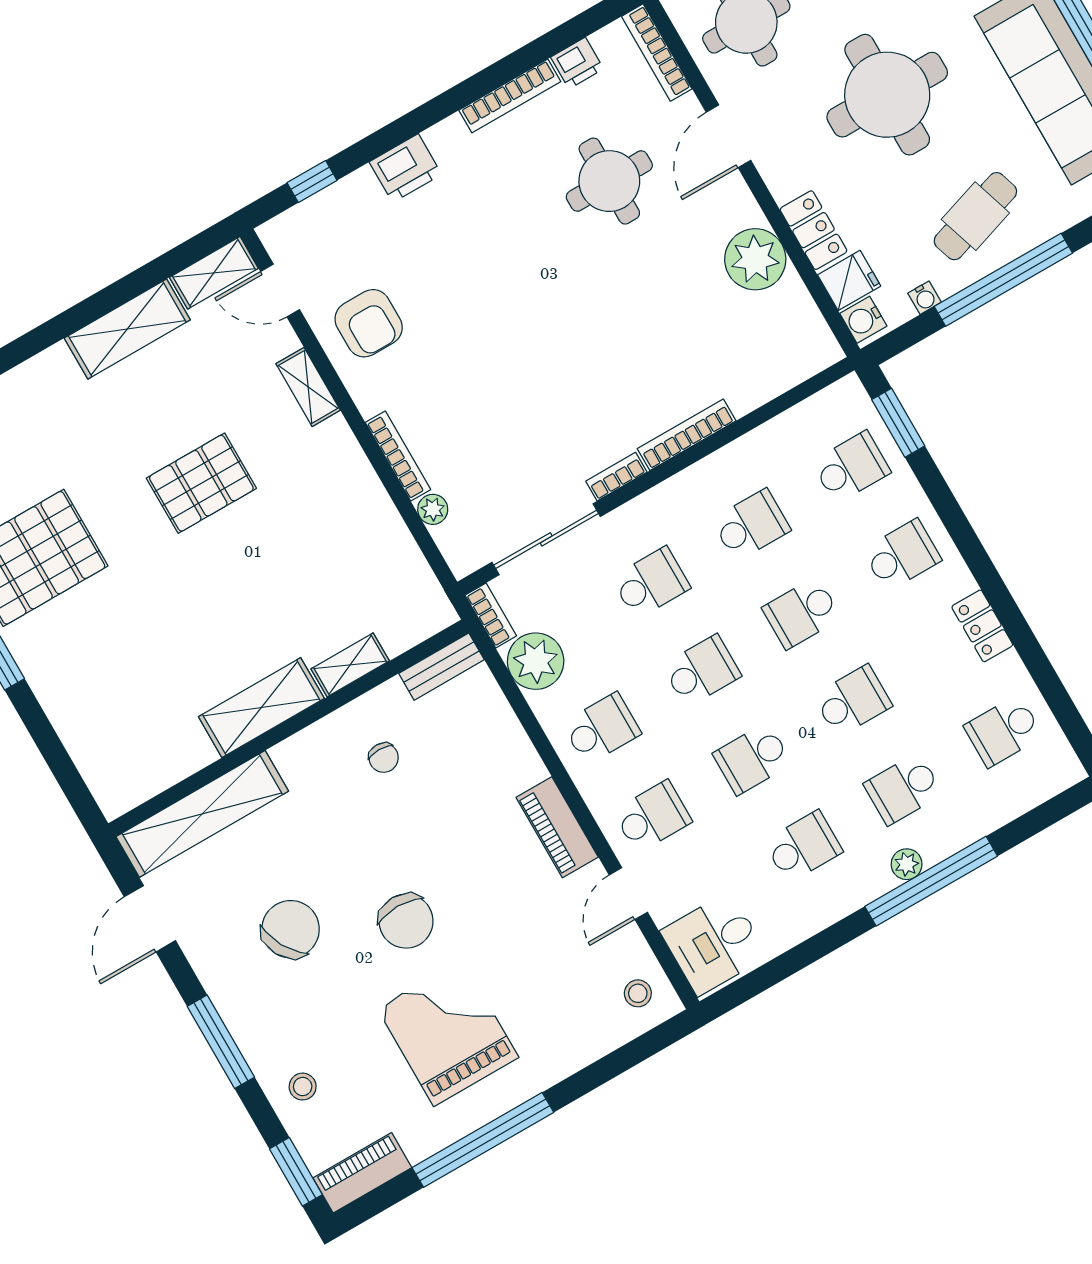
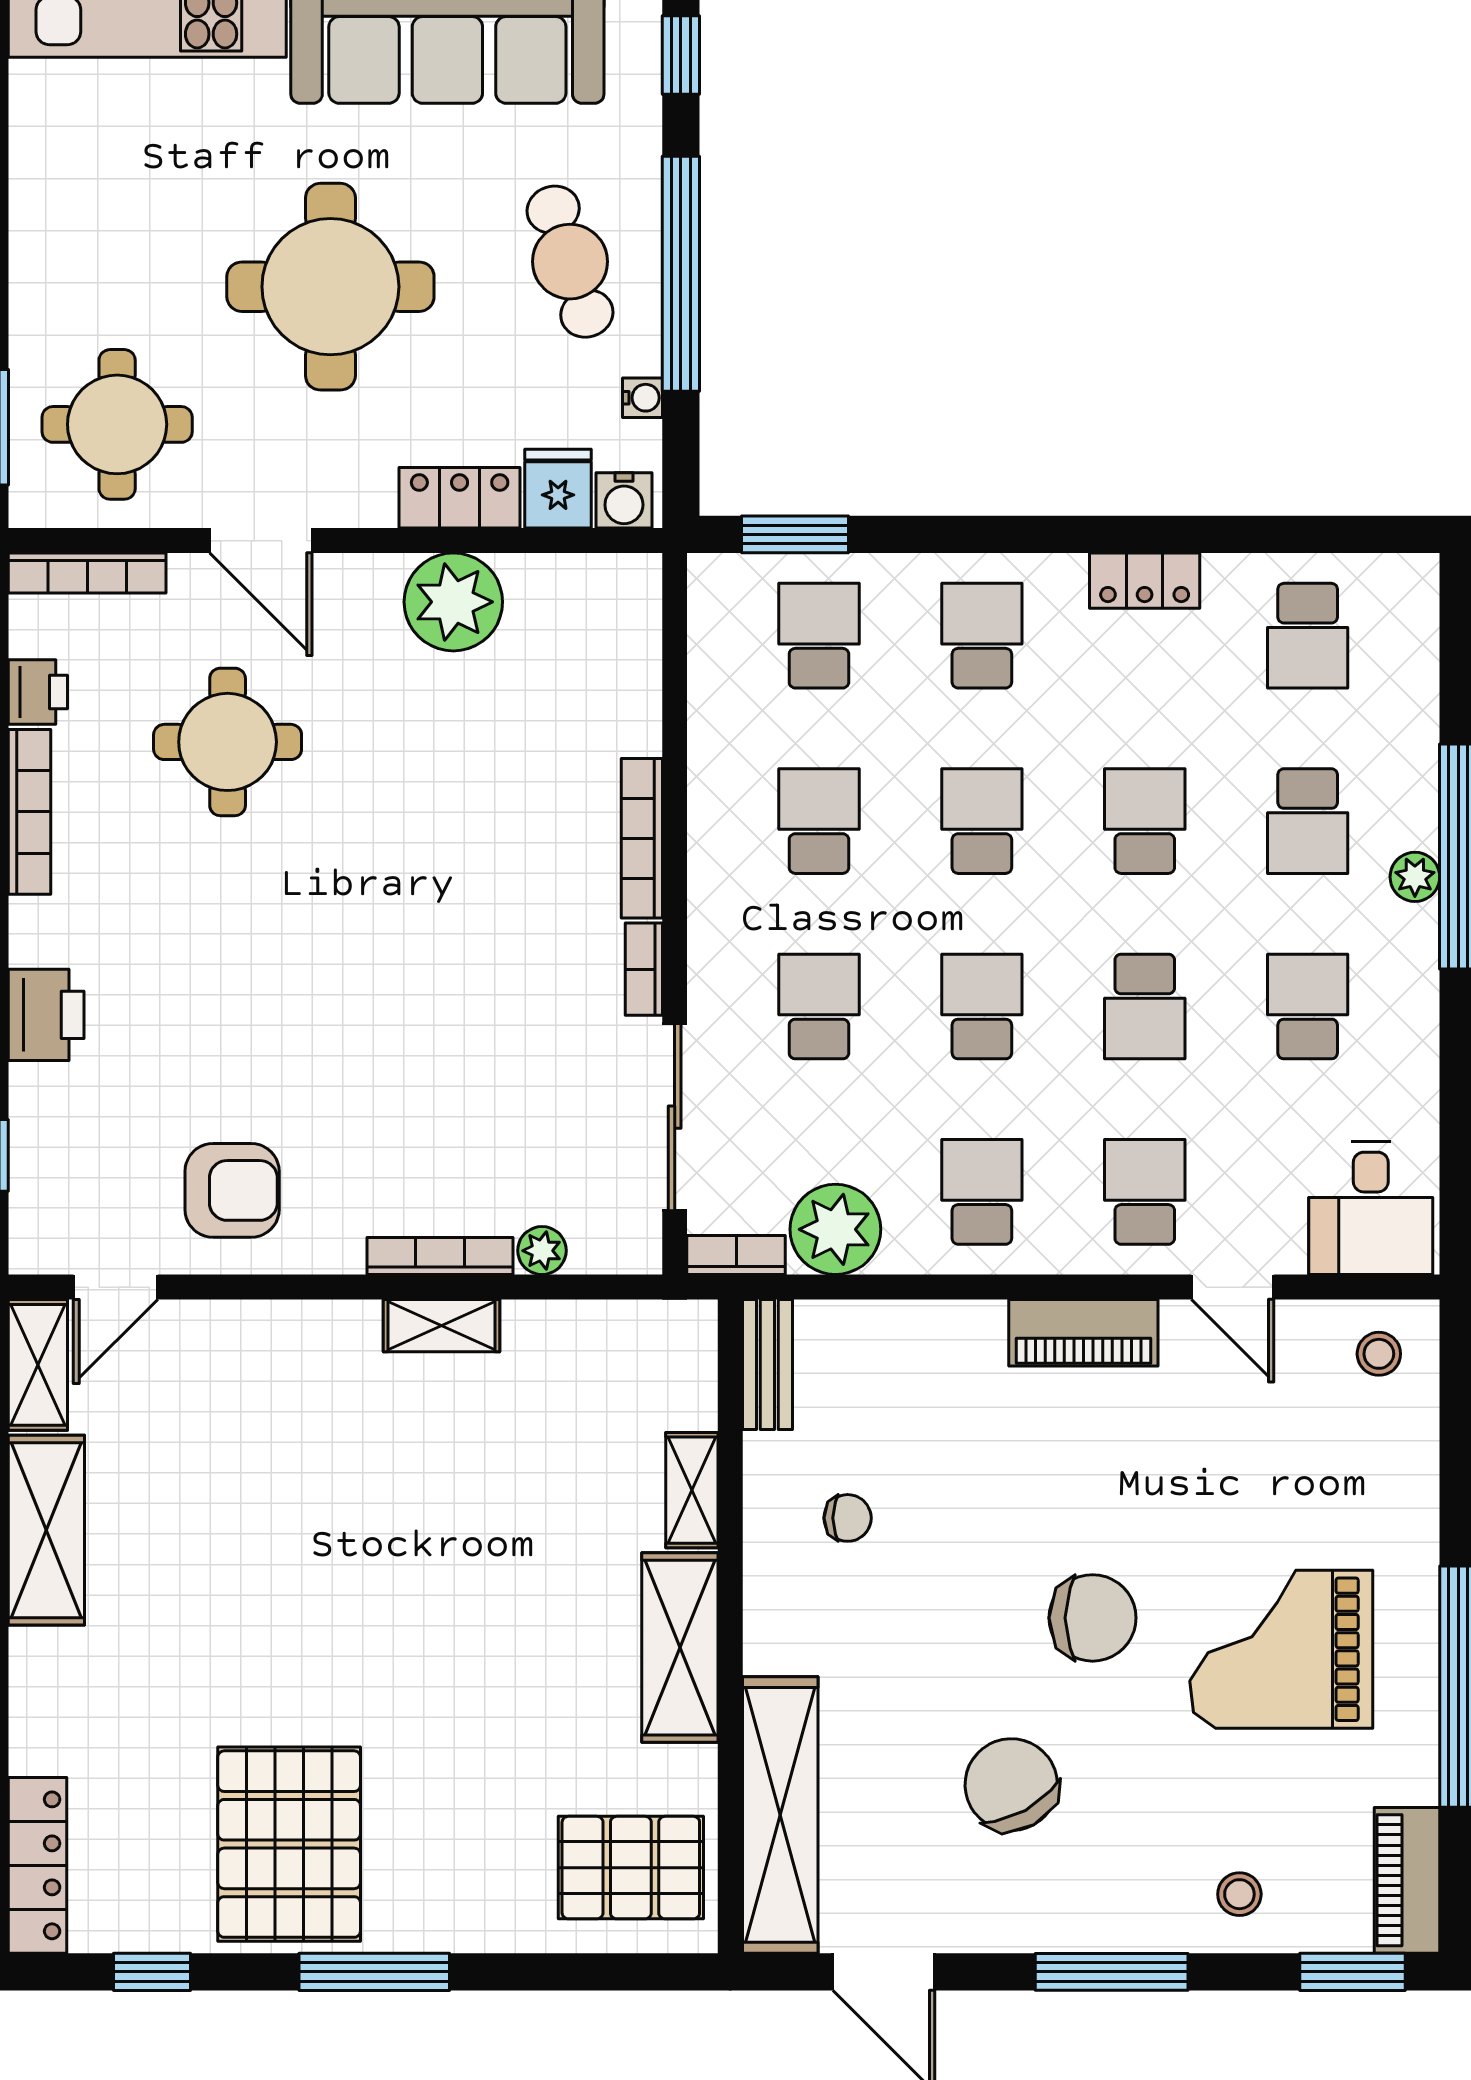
shelving: (308, 387) -> (442, 1326), moved
pallet: (201, 483) -> (631, 1868), moved, turned 90
school desk: (802, 613) -> (982, 821), turned 180

